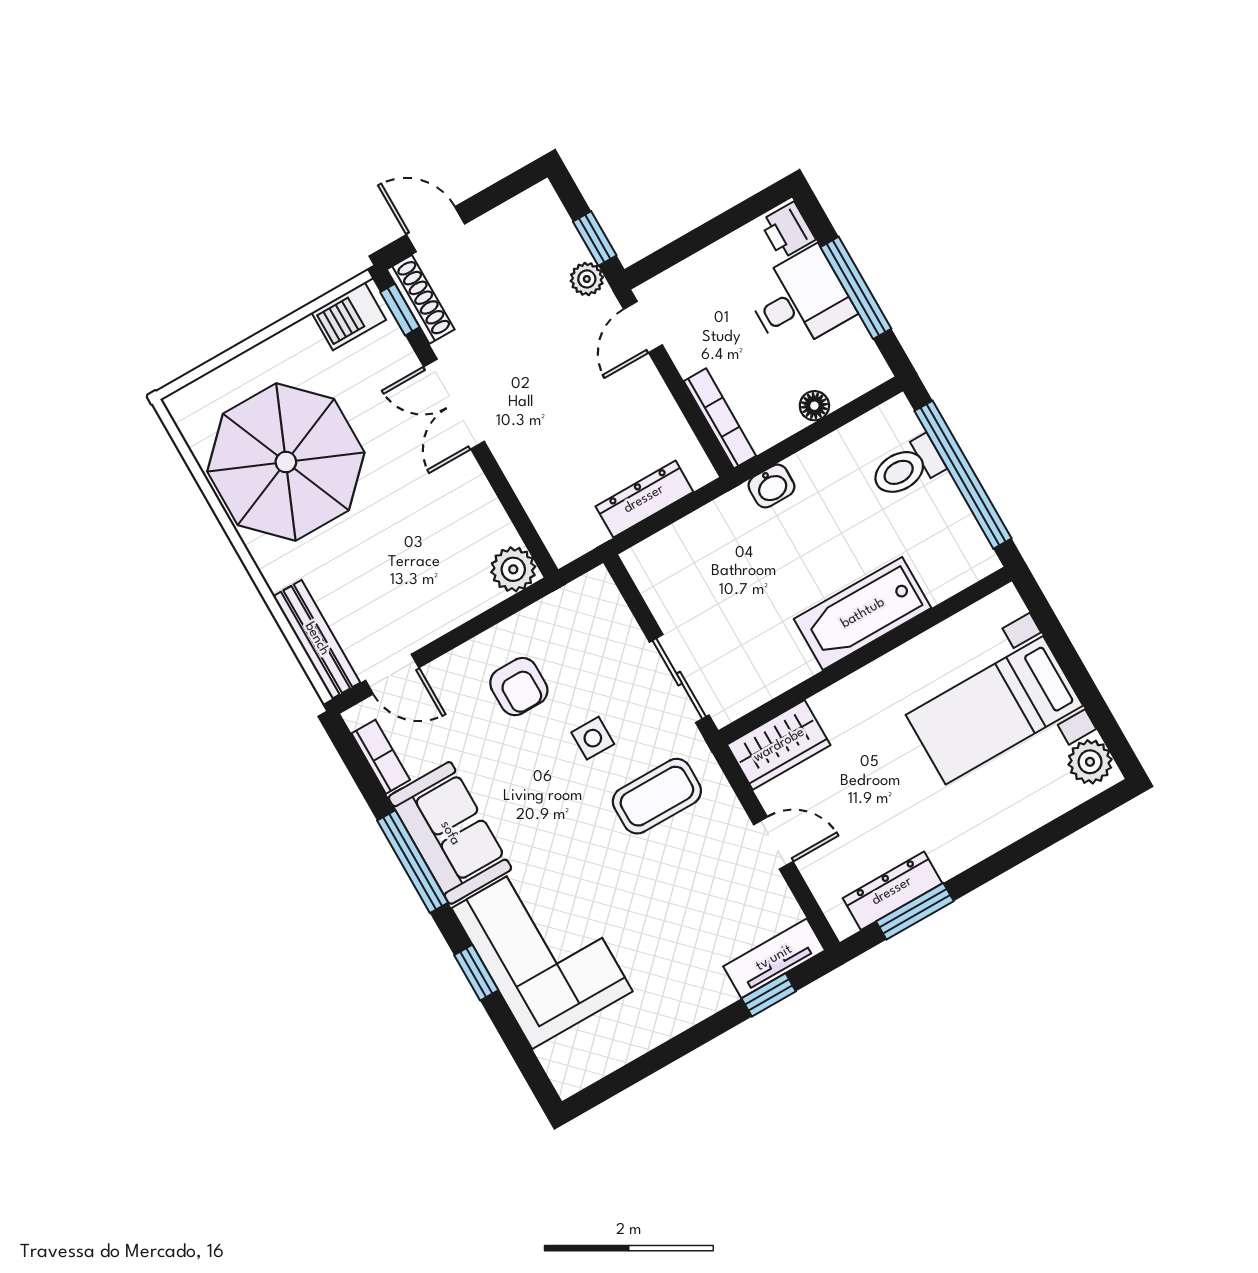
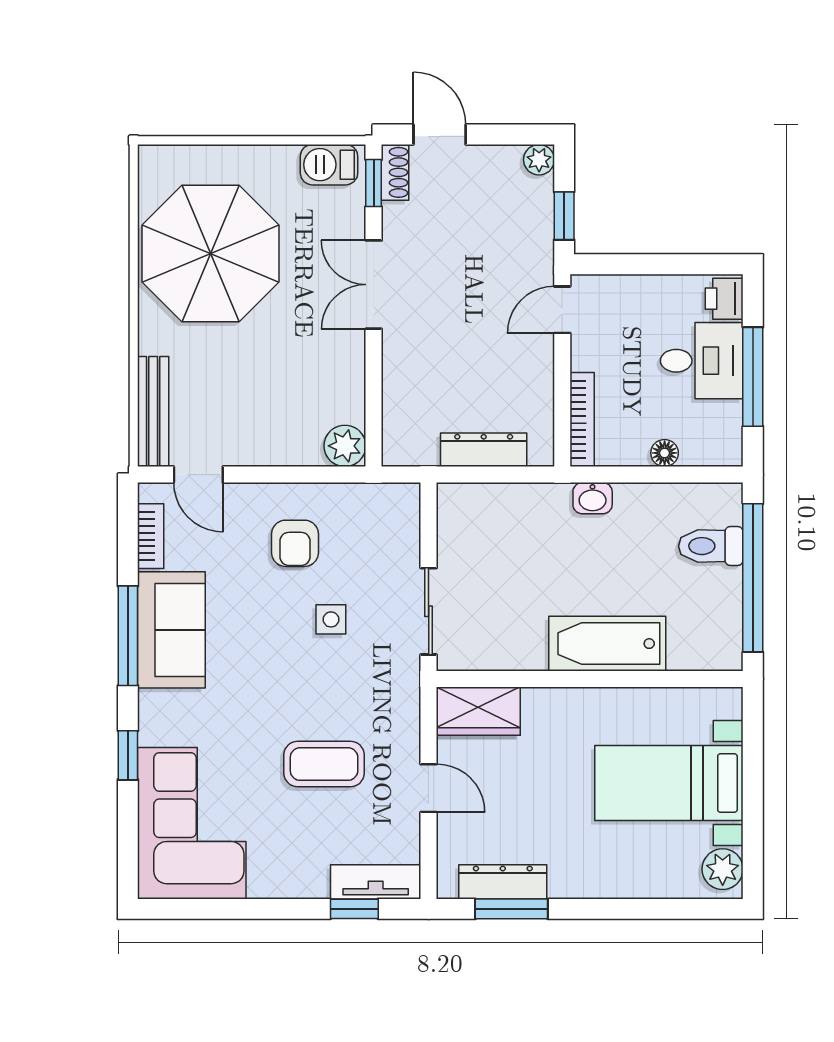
plant: (587, 279) -> (539, 160), moved
shoe rack: (421, 299) -> (395, 172), width x0.70
coffee table: (657, 796) -> (324, 764), moved
corner sofa: (542, 950) -> (192, 823), moved

